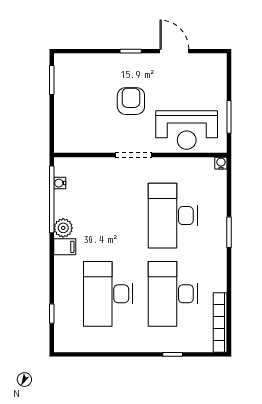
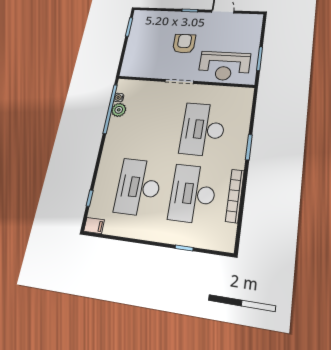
water cooler: (221, 163) -> (249, 92), removed
plant: (63, 228) -> (119, 110), moved
filing cabinet: (65, 247) -> (94, 226), moved
bookcase: (220, 323) -> (235, 196), moved

